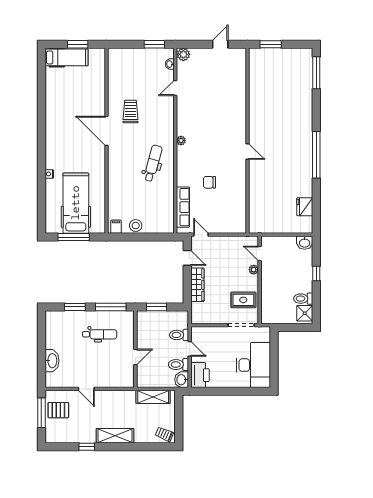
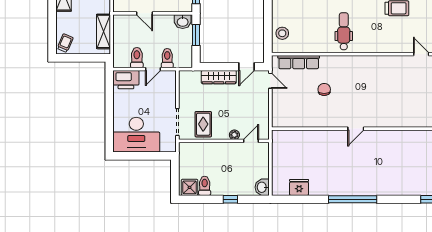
plant: (181, 141) -> (367, 60), removed
dental chair: (153, 163) -> (344, 31), turned -105
stool: (136, 226) -> (282, 33), moved
door: (201, 235) -> (270, 81), hinge flipped
washbasin: (182, 380) -> (183, 22), moved, turned 180

